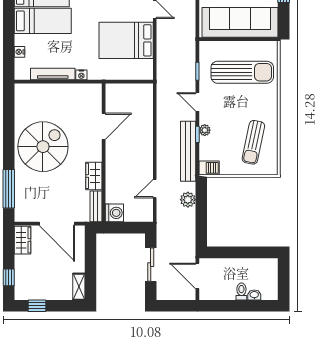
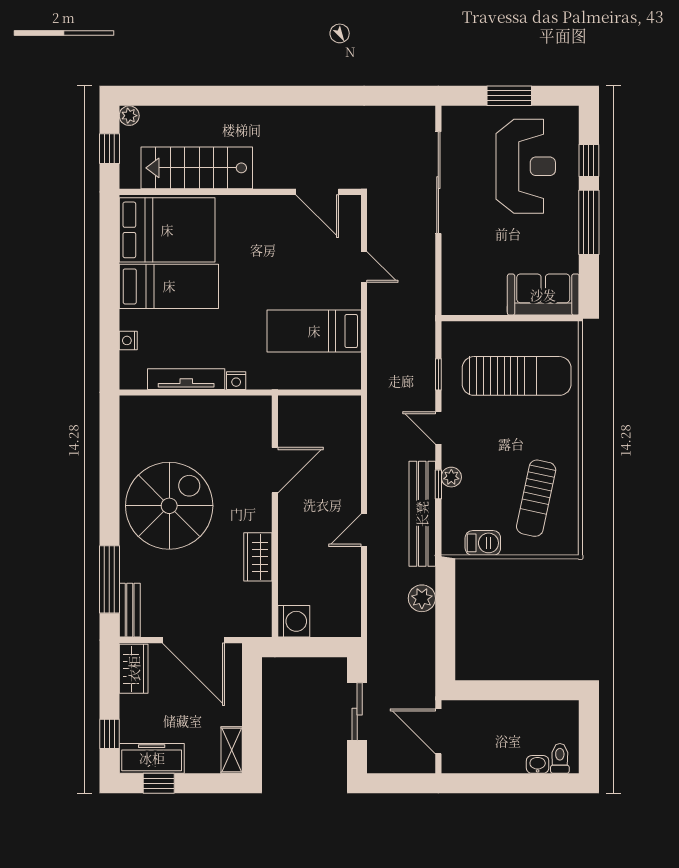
sofa: (240, 22) -> (543, 295), width x0.54, depth x0.79
bed: (126, 40) -> (314, 331), width x0.67
barbecue: (209, 168) -> (483, 543), moved
door: (155, 189) -> (364, 530), moved
bench: (96, 206) -> (130, 610), moved
freezer: (33, 291) -> (152, 758), added
toilet: (241, 291) -> (560, 758), moved

